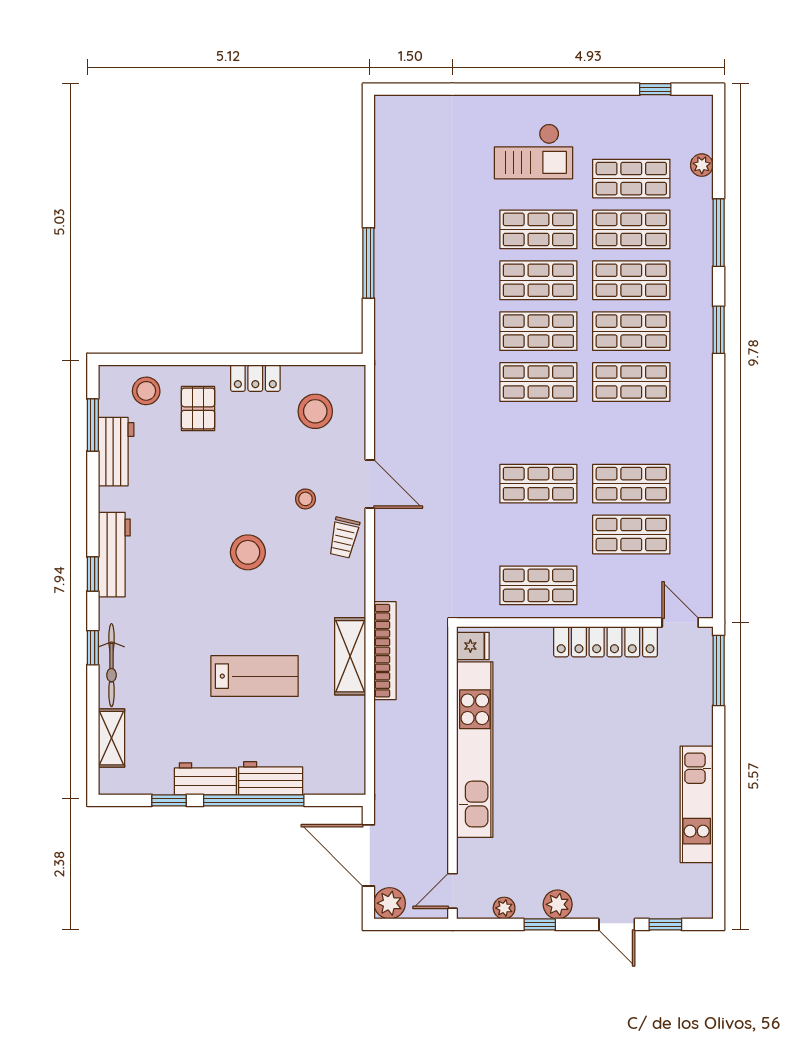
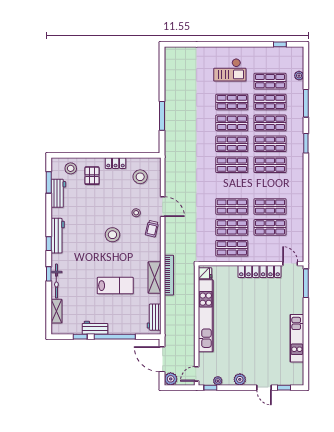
shop shelf: (538, 535) -> (232, 227), added
workbench: (271, 778) -> (154, 317), moved, turned -90
window: (540, 924) -> (210, 388), moved

